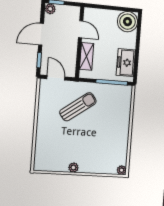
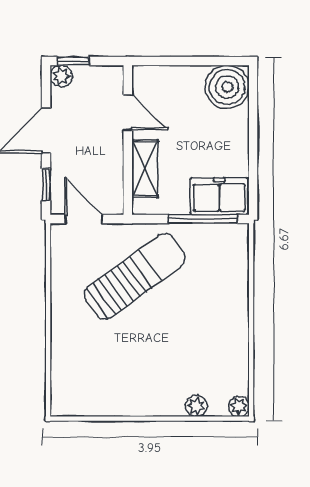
freezer: (126, 63) -> (219, 196), moved, turned 90
sun lounger: (78, 107) -> (135, 276), width x1.36, depth x1.34
plant: (73, 168) -> (196, 406), moved

